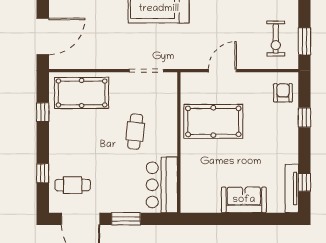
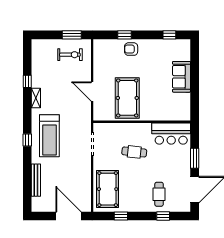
armchair: (283, 93) -> (131, 49), moved
cafe table: (73, 185) -> (159, 194), moved
tv unit: (292, 188) -> (174, 44), removed

